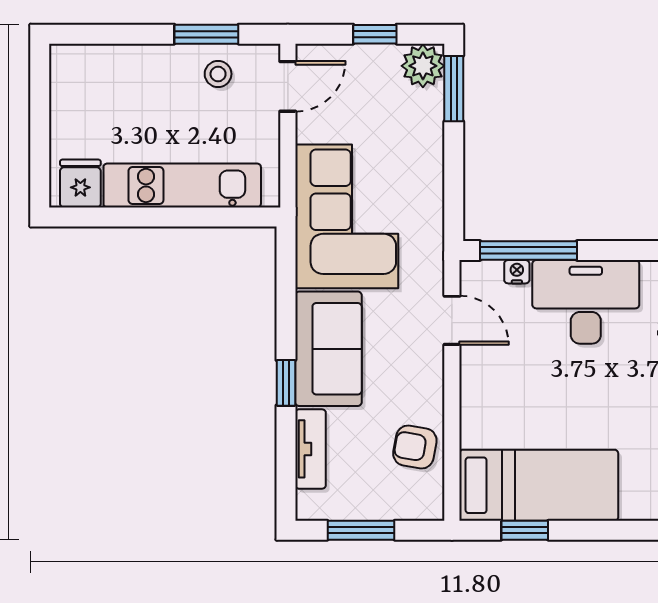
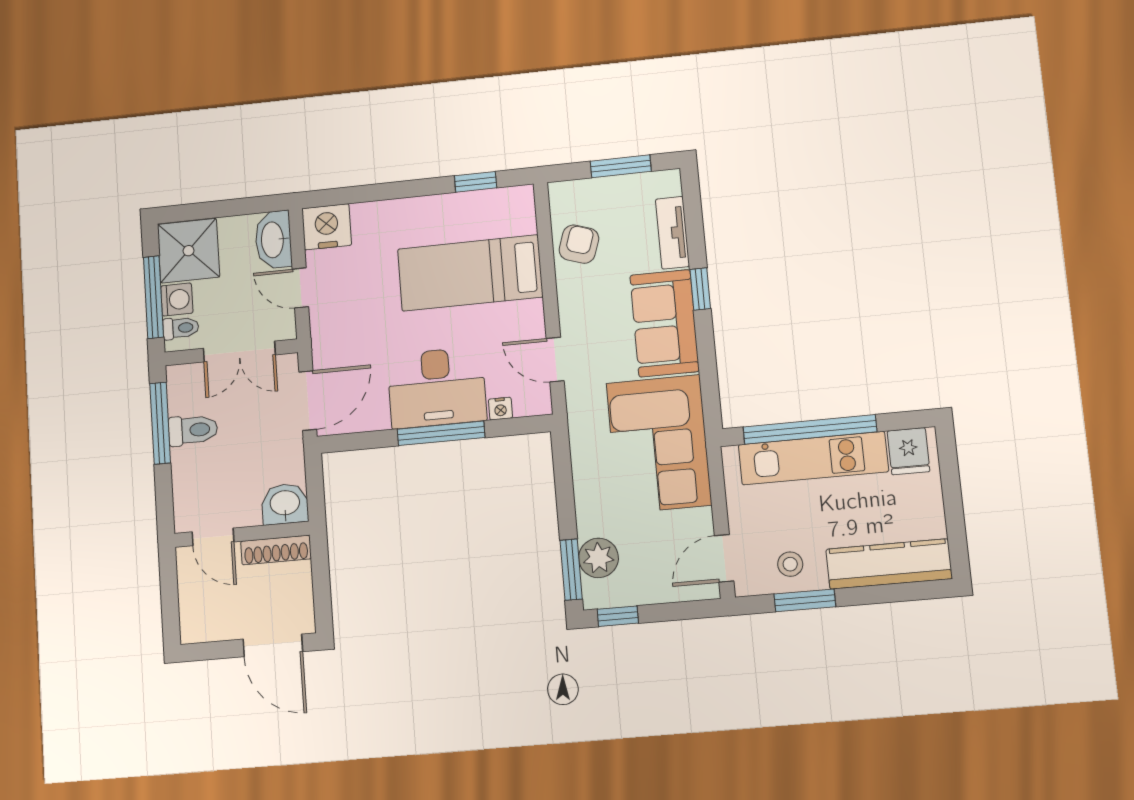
window: (375, 34) -> (618, 616), moved
kitchen counter: (114, 65) -> (889, 564), added
plant: (423, 66) -> (598, 558), moved
window: (183, 217) -> (810, 429), added
window: (529, 251) -> (441, 433), moved
armchair: (415, 447) -> (579, 244), turned -82
bed: (539, 485) -> (470, 273), moved

